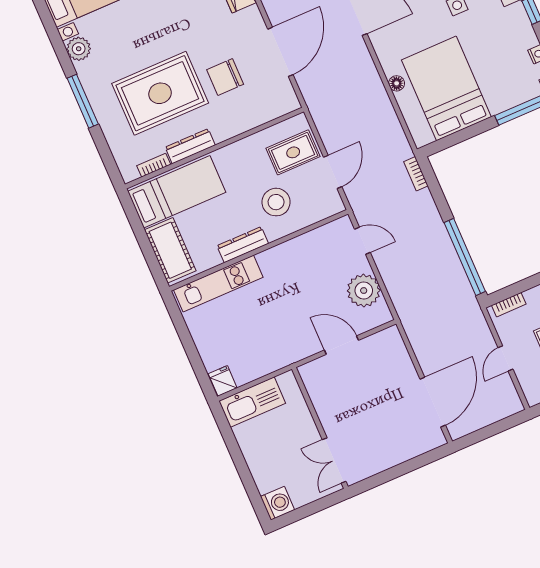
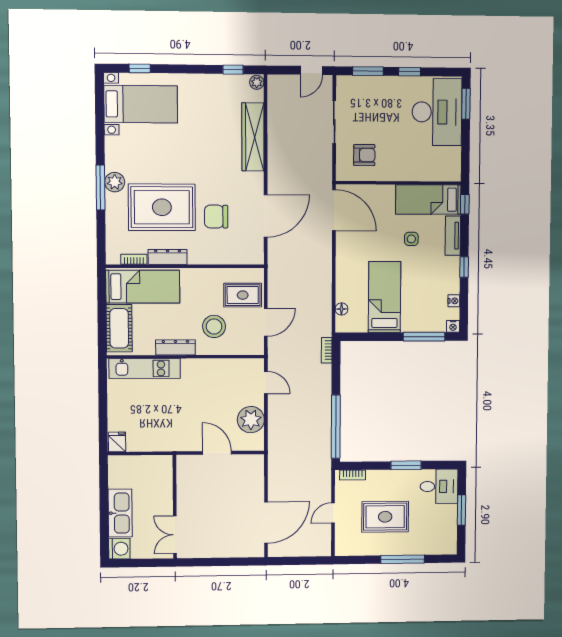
plant: (79, 49) -> (115, 182), moved
floor lamp: (397, 83) -> (342, 309), moved
bed: (446, 88) -> (385, 297), width x0.67
kitchen sink: (252, 402) -> (120, 513), moved, turned -90

